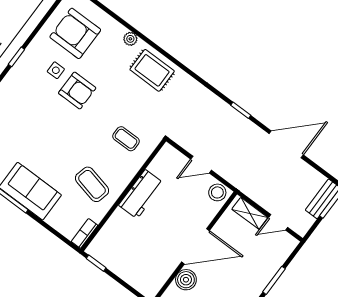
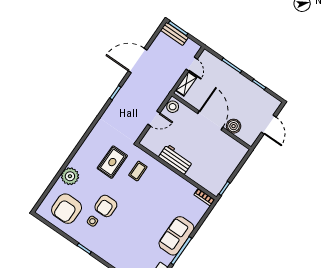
plant: (130, 39) -> (70, 176), width x1.88, depth x1.88
rug: (152, 70) -> (112, 162), moved
armchair: (77, 91) -> (106, 206), turned 180
door: (286, 144) -> (138, 60), hinge flipped
door: (201, 165) -> (154, 119), hinge flipped
coffee table: (92, 184) -> (170, 193), removed

